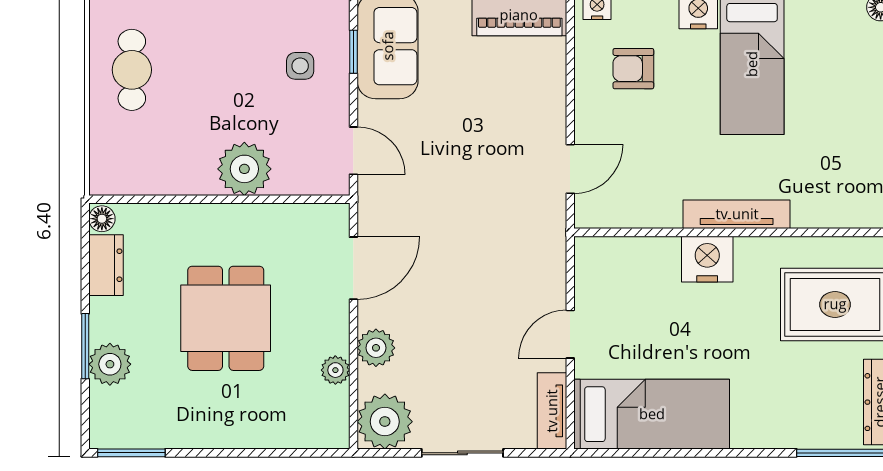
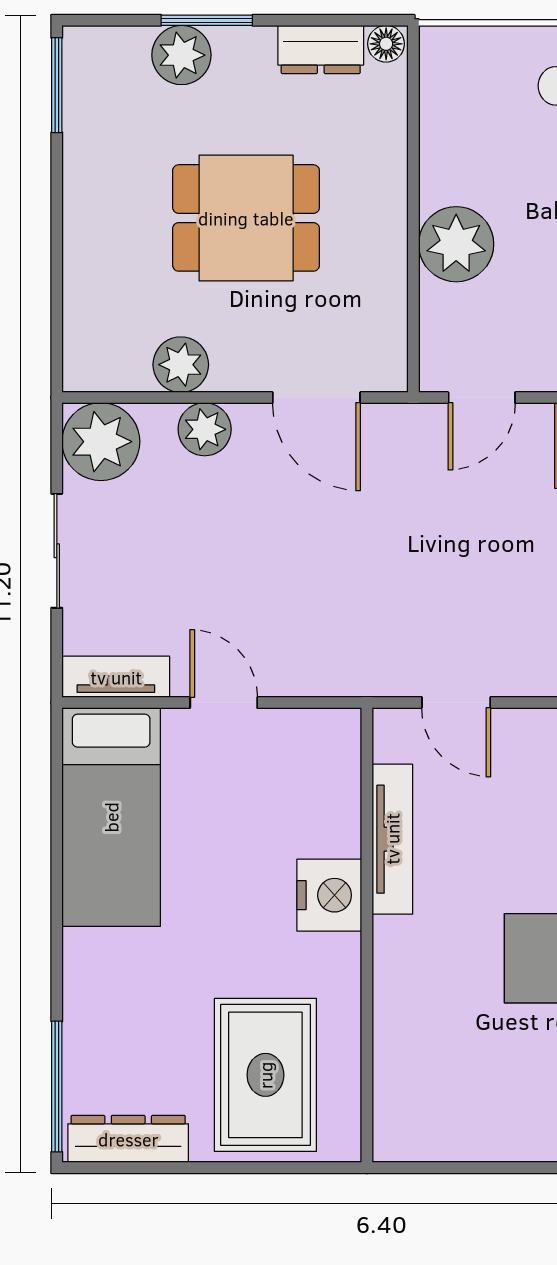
tv unit: (737, 214) -> (392, 839), moved
plant: (335, 370) -> (181, 365), width x1.38, depth x1.38

